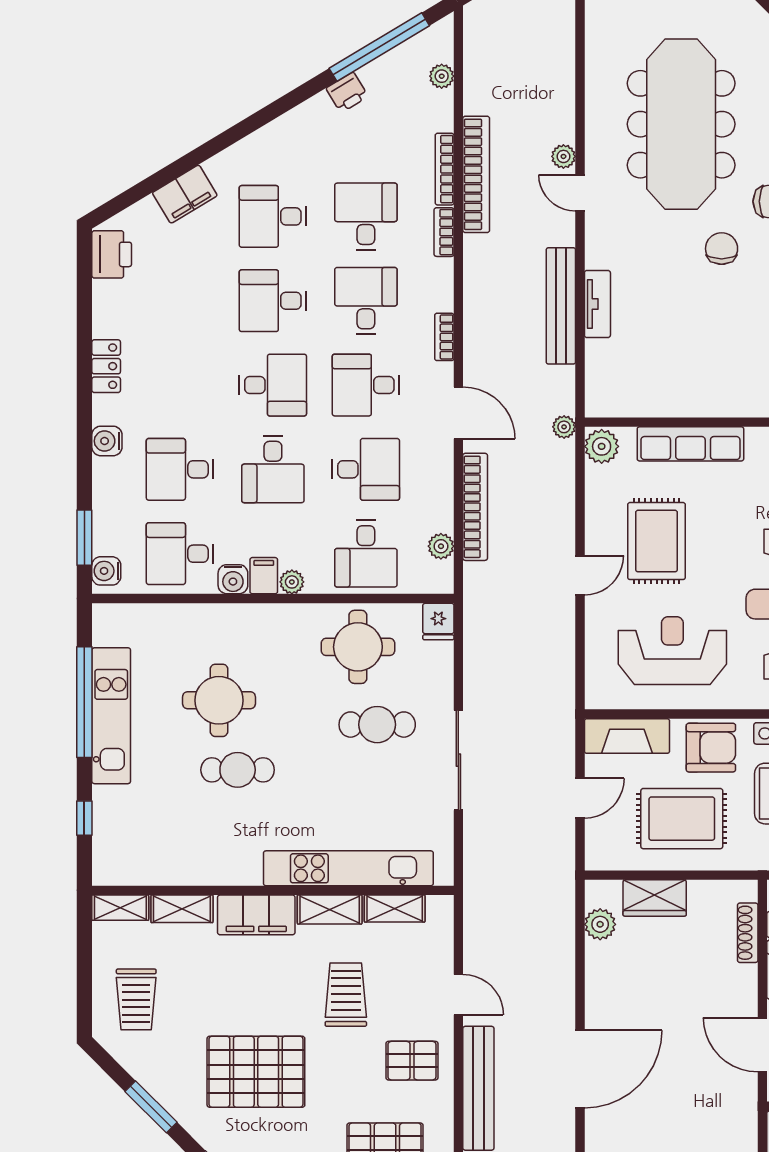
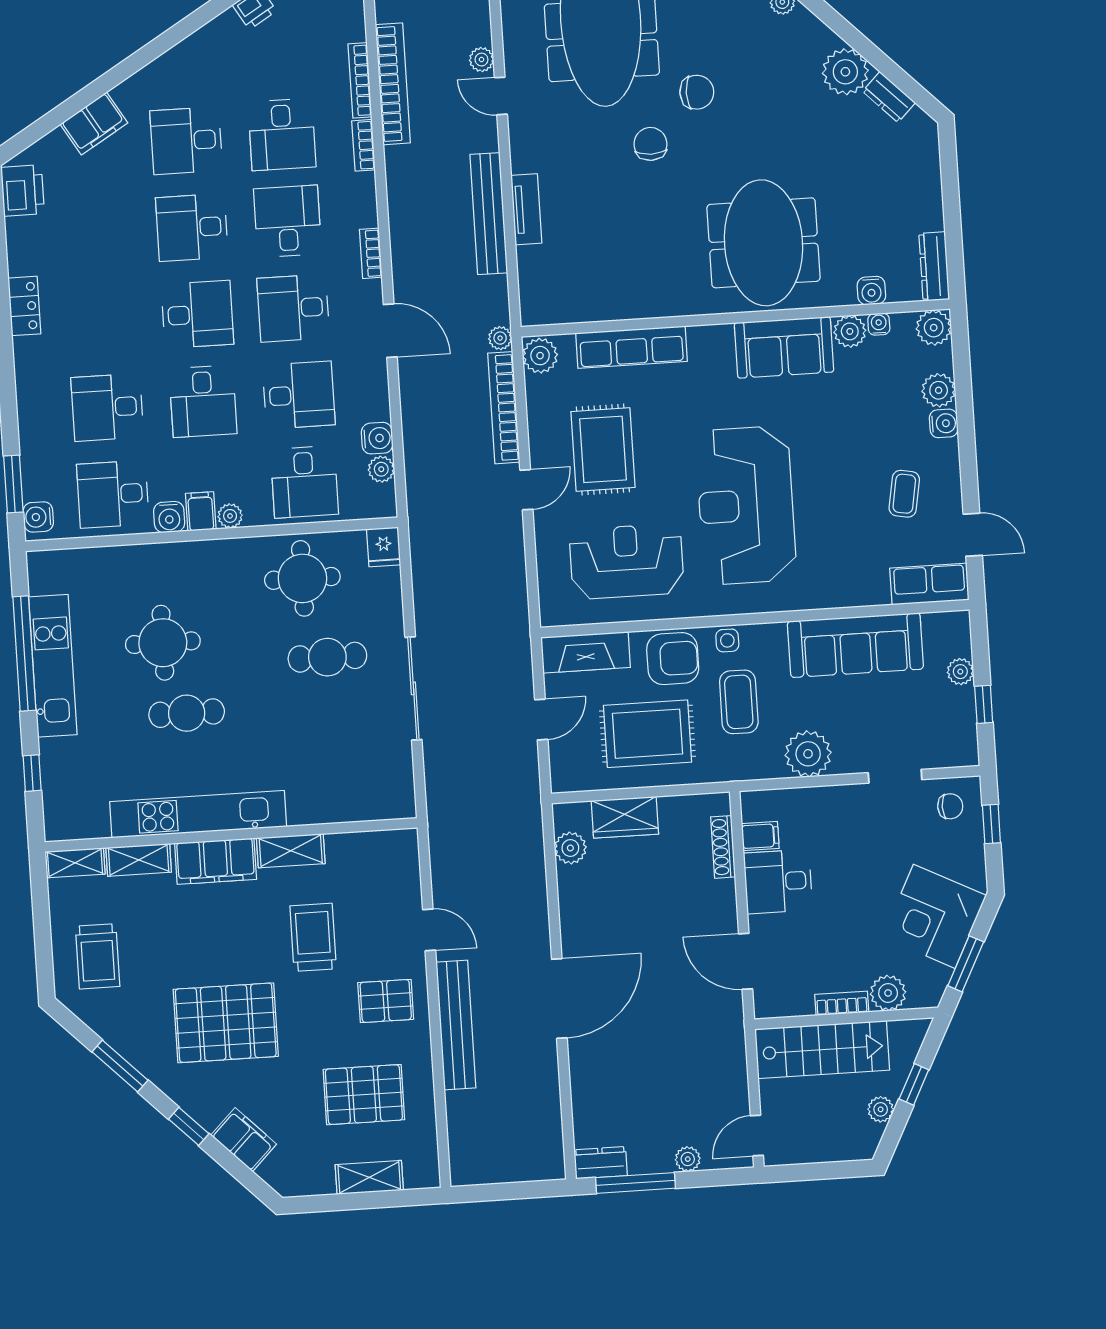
desk: (366, 216) -> (282, 134), turned 180
water cooler: (107, 441) -> (377, 438), moved, turned 180
bookcase: (475, 507) -> (504, 408), moved, turned 180
kitchen unit: (348, 868) -> (198, 814), moved
shelving: (395, 909) -> (358, 845), removed

